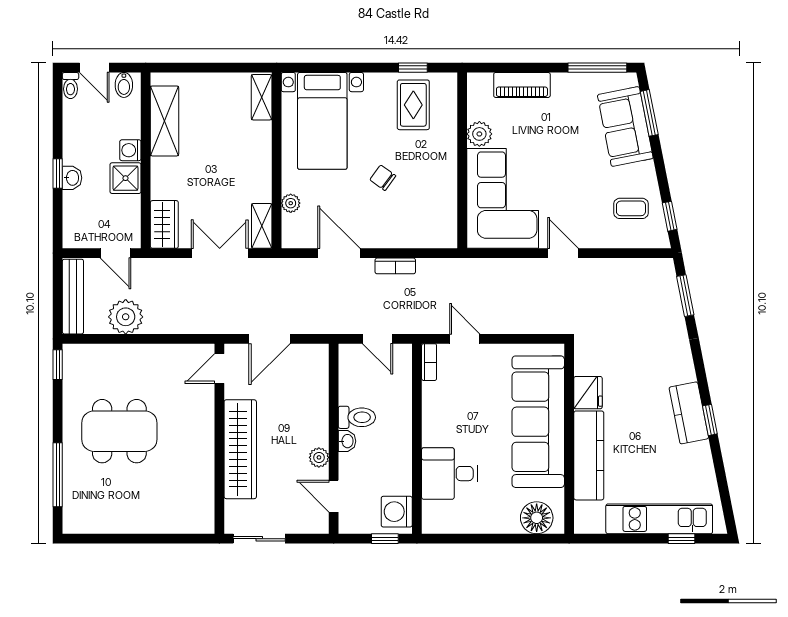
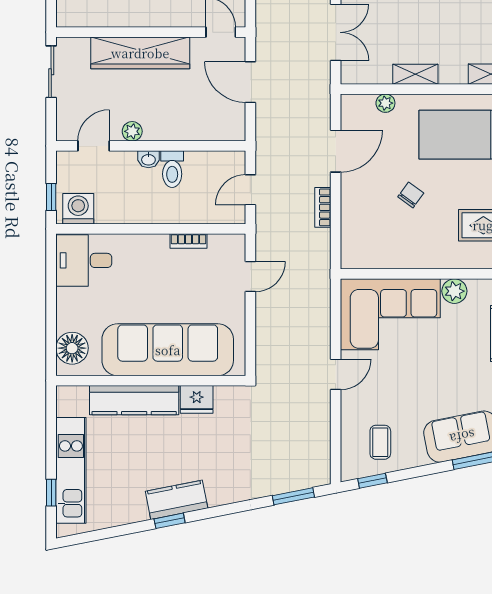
shelving: (262, 226) -> (415, 74), moved
bookcase: (429, 362) -> (188, 241), moved
desk: (450, 474) -> (84, 260), moved, turned -90

